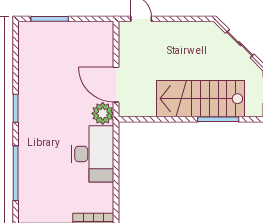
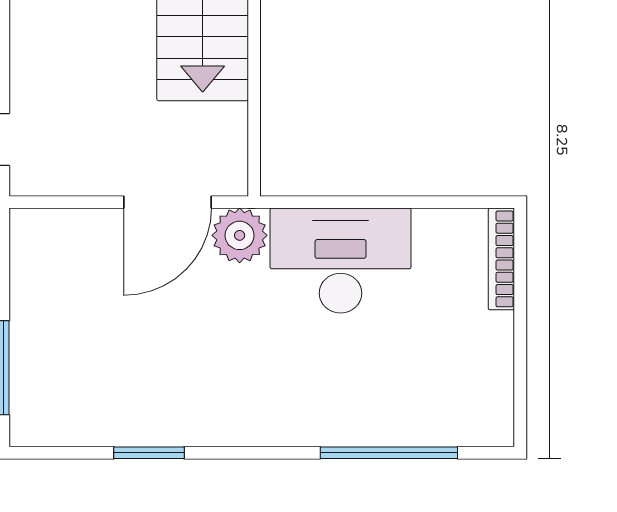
window: (16, 108) -> (149, 453), moved

